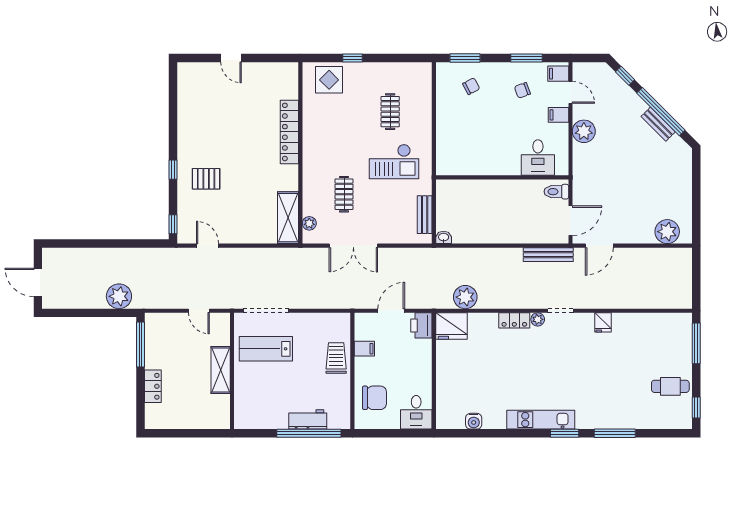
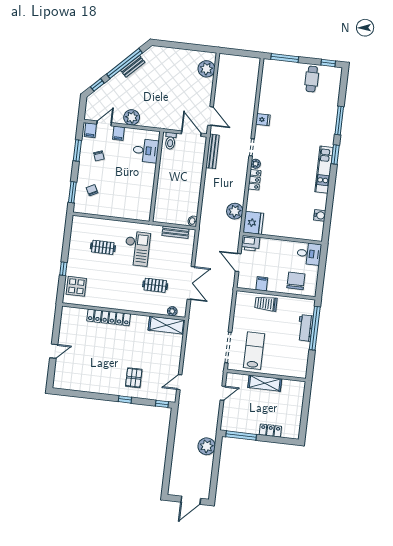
lab bench: (266, 349) -> (254, 351), turned 180

